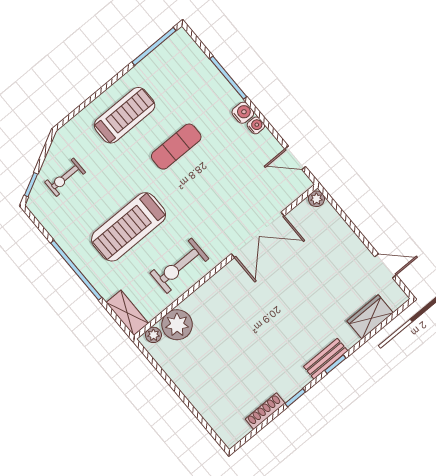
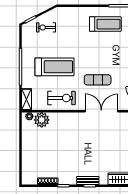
treadmill: (125, 115) -> (105, 24), moved
exercise mat: (176, 147) -> (98, 80), moved
treadmill: (129, 227) -> (54, 67), turned 180
double door: (258, 235) -> (101, 111), swing flipped
exercise bike: (179, 266) -> (61, 98), turned 180

